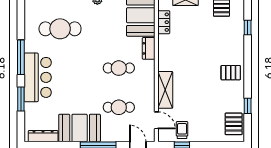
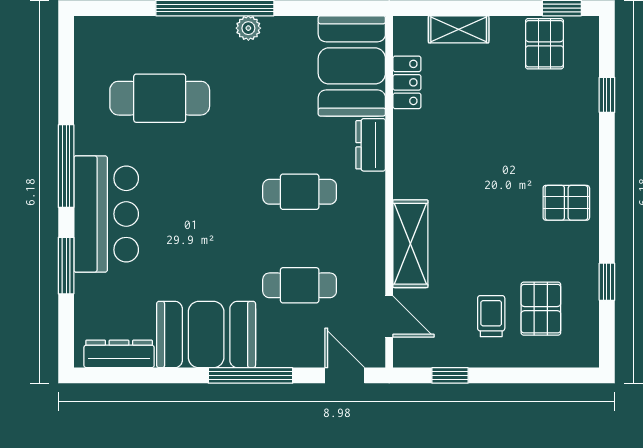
pallet: (234, 124) -> (541, 309), moved
trolley: (182, 130) -> (491, 316), moved

